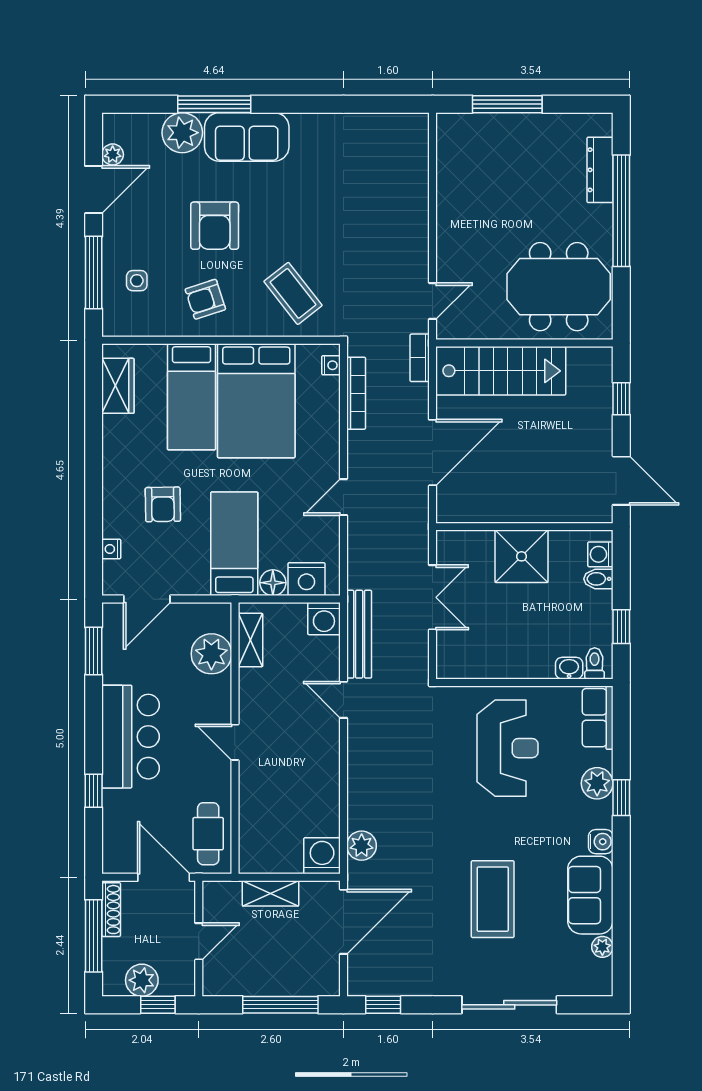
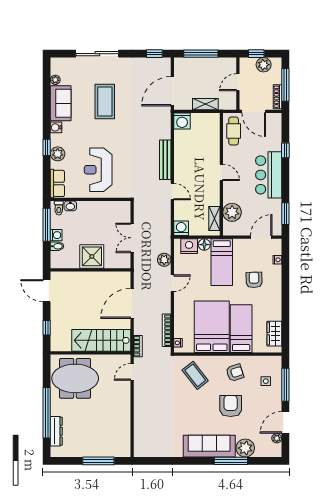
sofa: (247, 137) -> (209, 446), width x1.36
washing machine: (600, 554) -> (56, 235), moved
window: (621, 627) -> (47, 225), width x2.17
bench: (359, 634) -> (165, 160), moved
plant: (362, 846) -> (164, 260), moved

